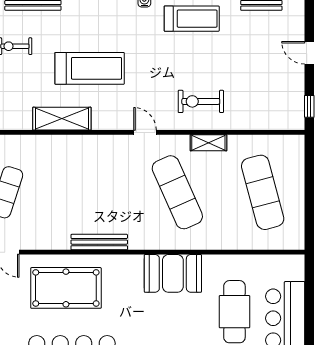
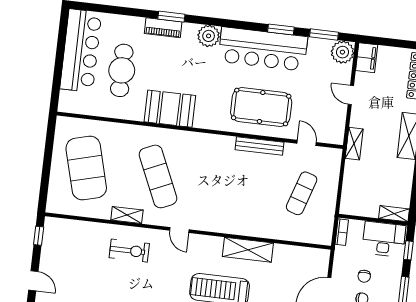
exercise mat: (263, 192) -> (86, 168), width x1.47
bench: (99, 242) -> (259, 146), moved

